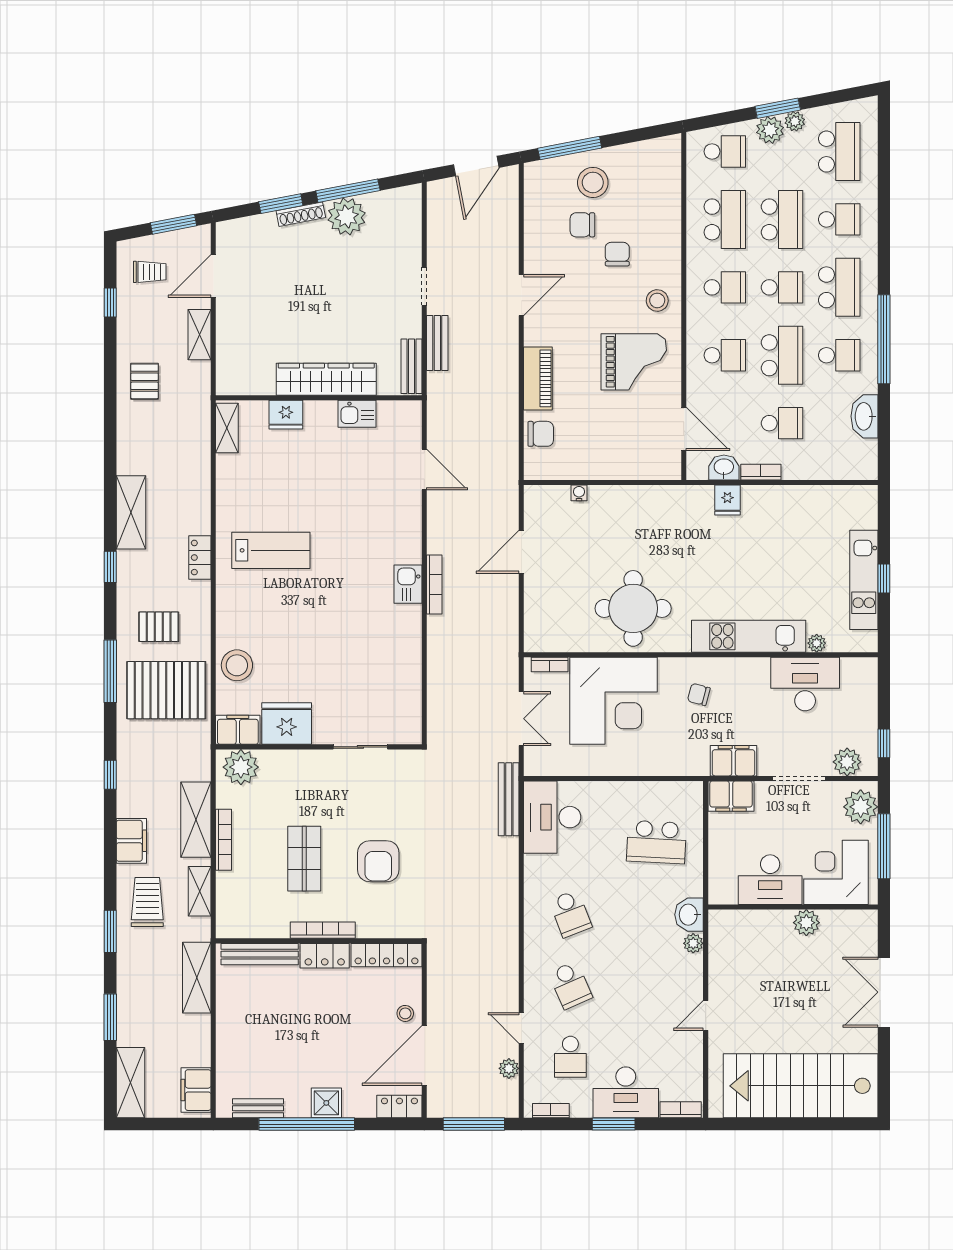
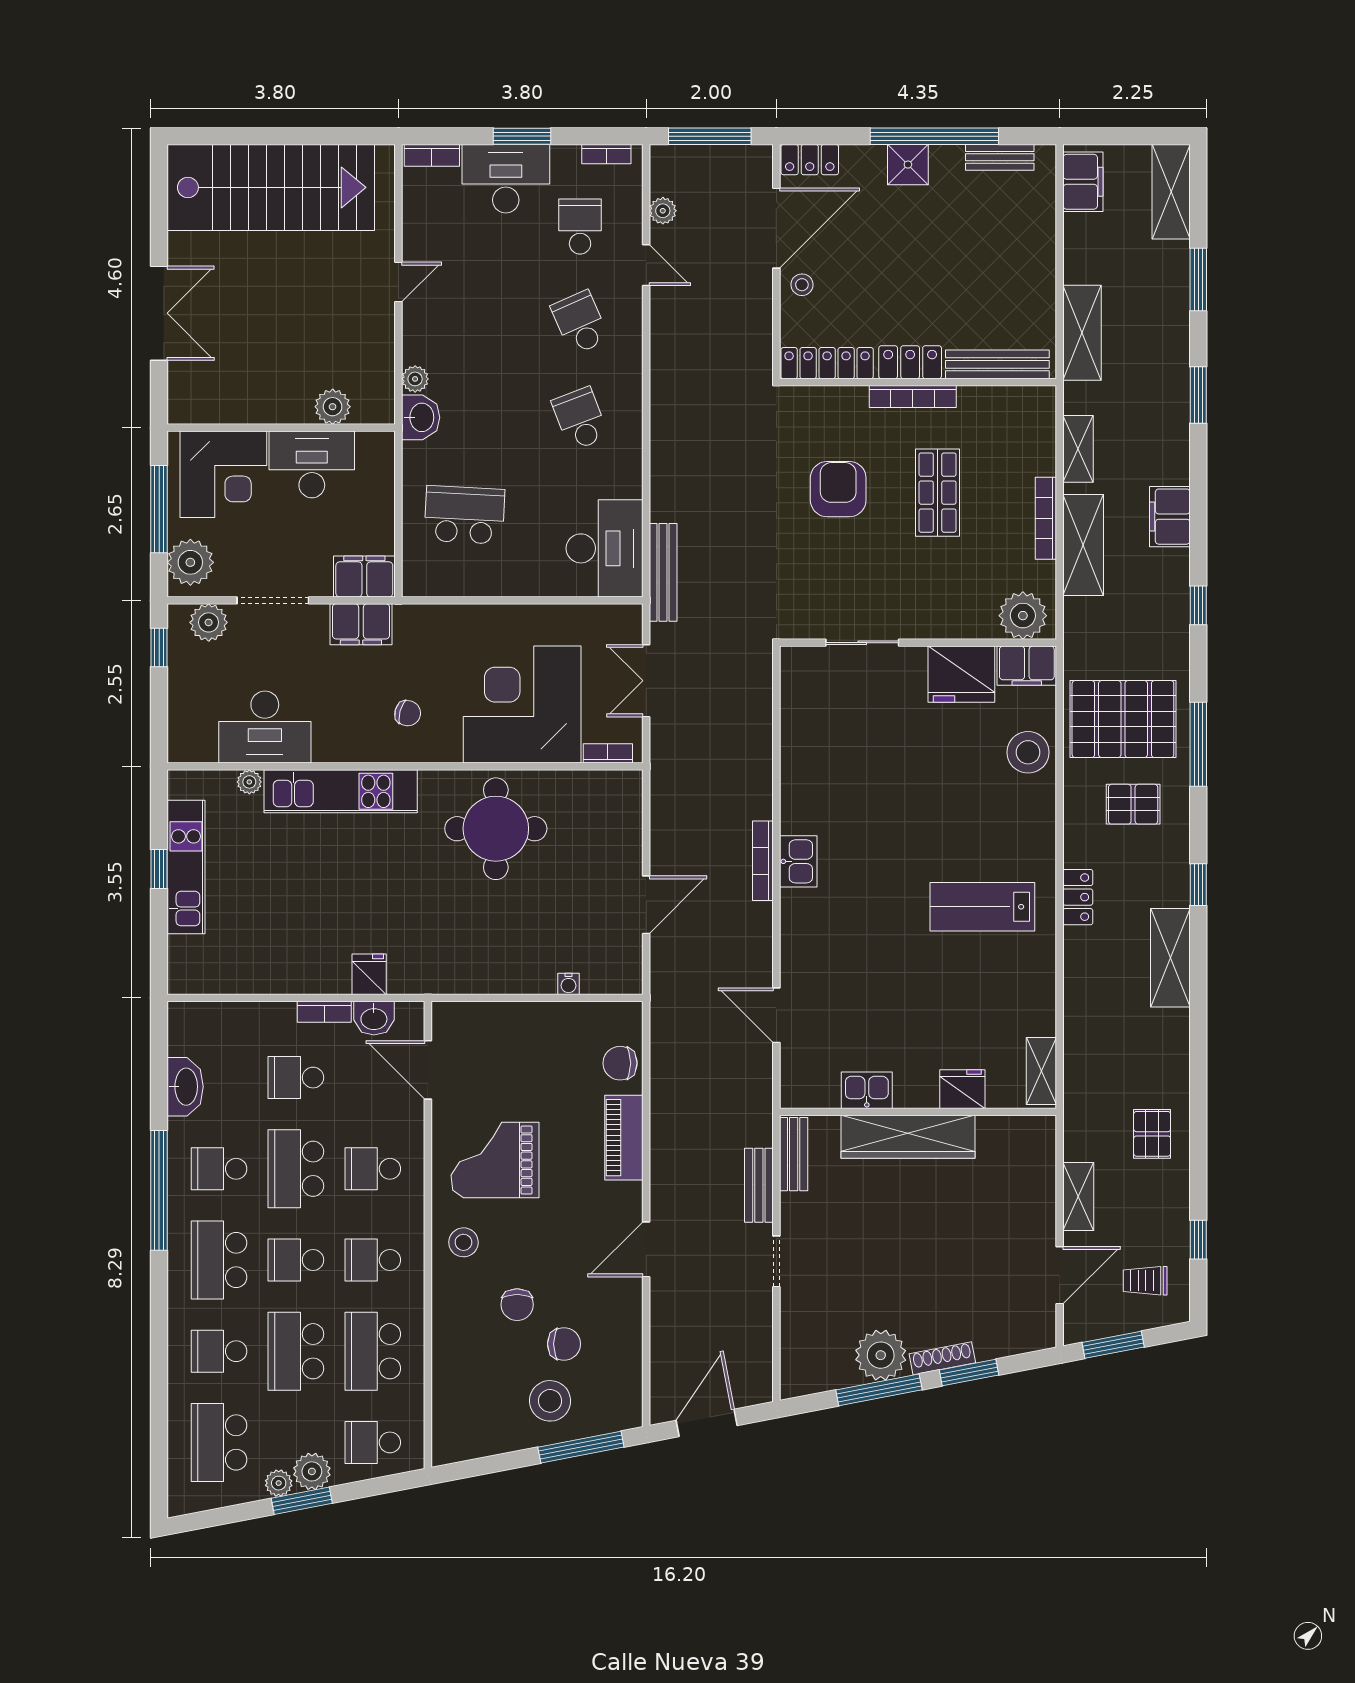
trolley: (147, 902) -> (1148, 434), removed
plant: (806, 923) -> (333, 407), moved

